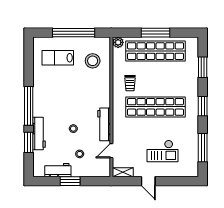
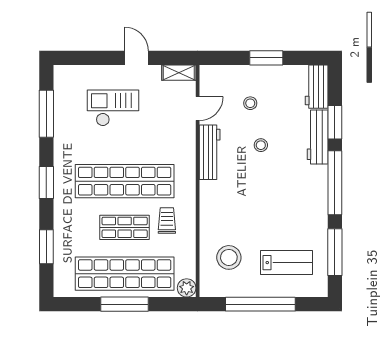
window: (29, 64) -> (335, 252), added
shop shelf: (155, 79) -> (125, 227), added
workbench: (58, 170) -> (317, 87), moved, turned 90

